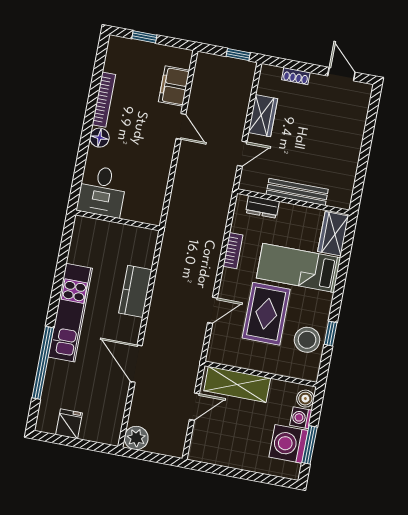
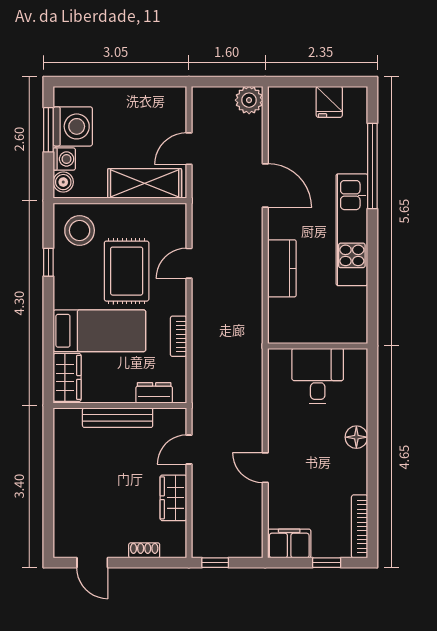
filing cabinet: (174, 86) -> (289, 544), moved, turned -90
bookcase: (104, 100) -> (360, 526), moved
desk: (102, 191) -> (318, 376), moved
stool: (307, 340) -> (80, 230), moved

